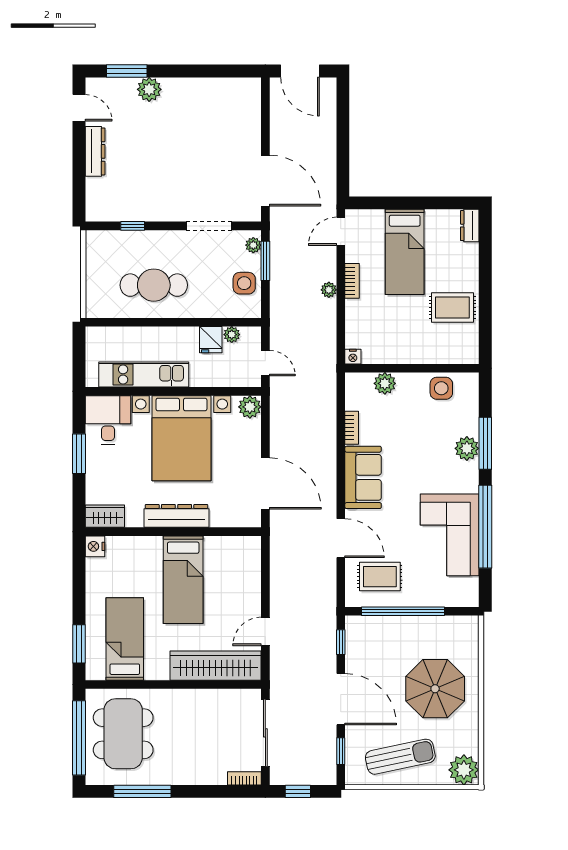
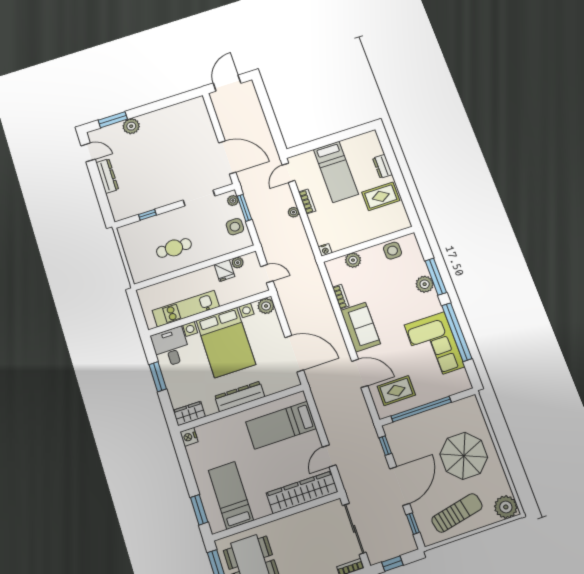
door: (300, 71) -> (227, 83), swing flipped
dresser: (470, 226) -> (382, 166), moved
cafe table: (154, 285) -> (174, 248), width x0.73, depth x0.74
bed: (183, 580) -> (281, 425), moved, turned 90
door: (341, 699) -> (400, 486), hinge flipped

